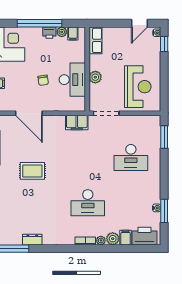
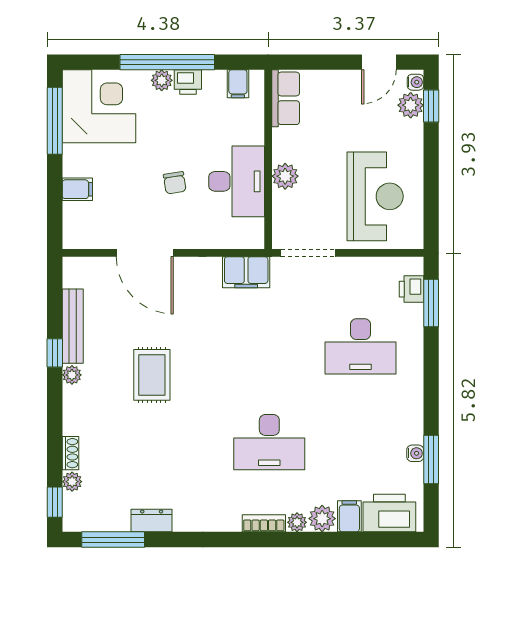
plant: (62, 32) -> (162, 80), moved
plant: (154, 44) -> (411, 105), added
printer: (155, 130) -> (411, 289), added
rug: (32, 171) -> (152, 375), turned 90

